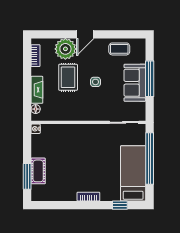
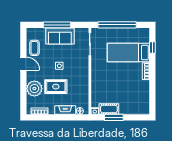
door: (85, 34) -> (23, 64), moved
cot: (38, 171) -> (109, 109), moved
bed: (133, 173) -> (128, 52), moved
window: (27, 176) -> (114, 117), moved

